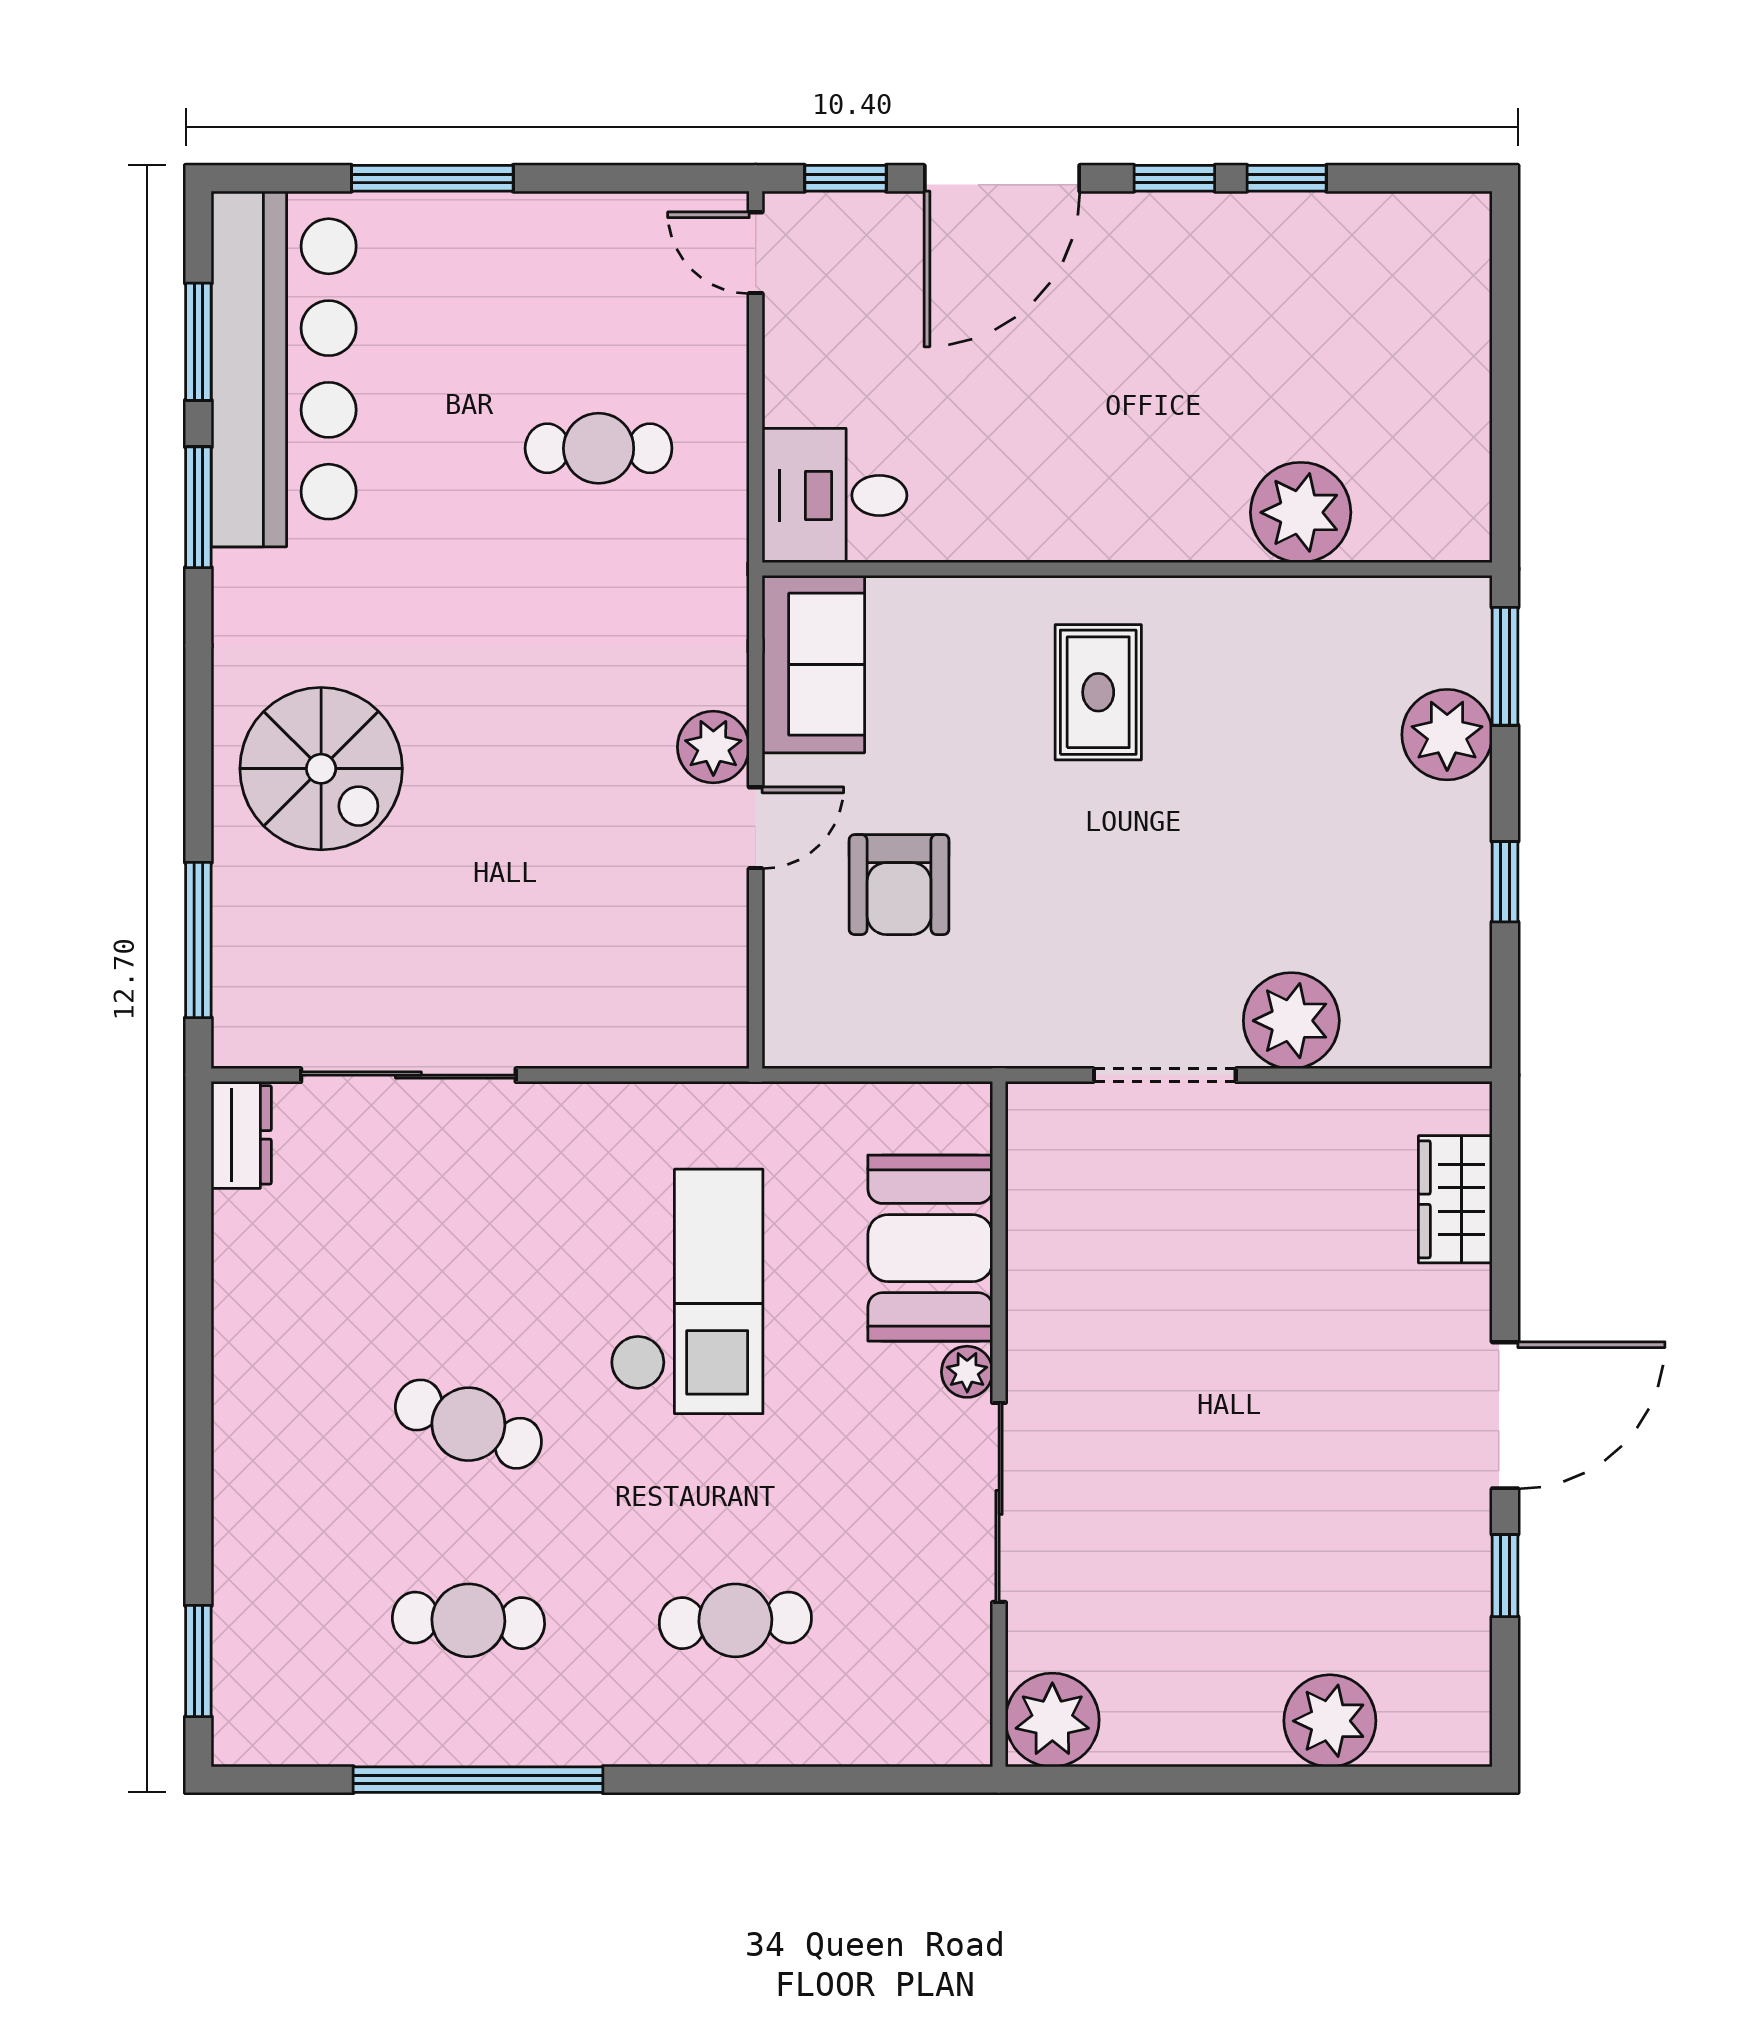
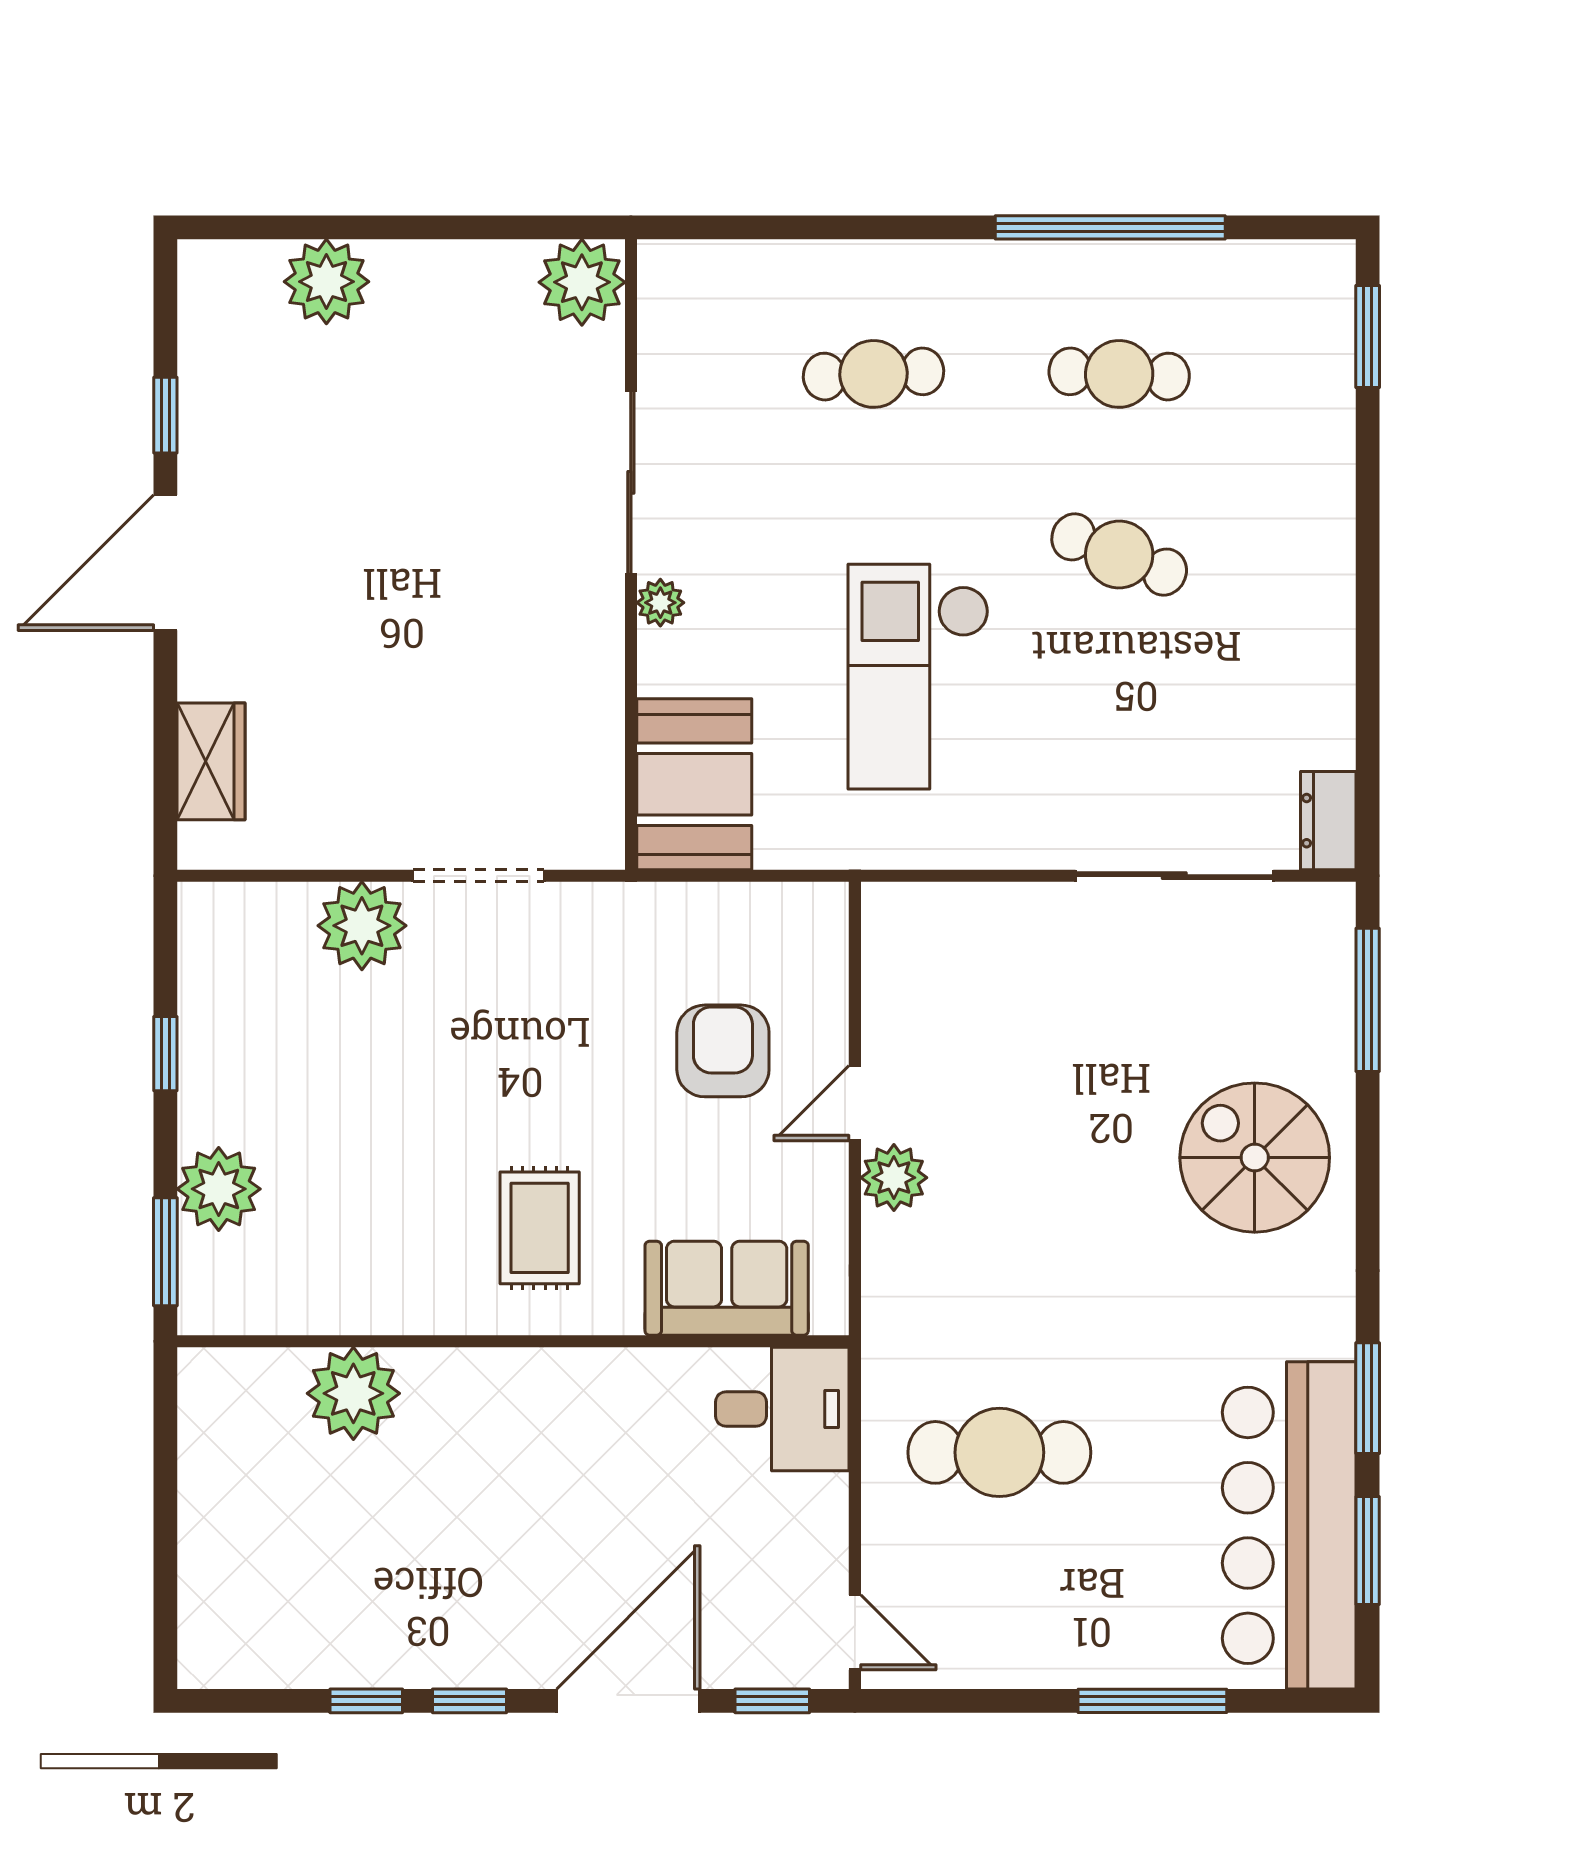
cafe table: (599, 448) -> (999, 1452), width x1.37, depth x1.35
sofa: (813, 664) -> (727, 1288), moved, turned 90
booth: (930, 1248) -> (694, 784), moved

